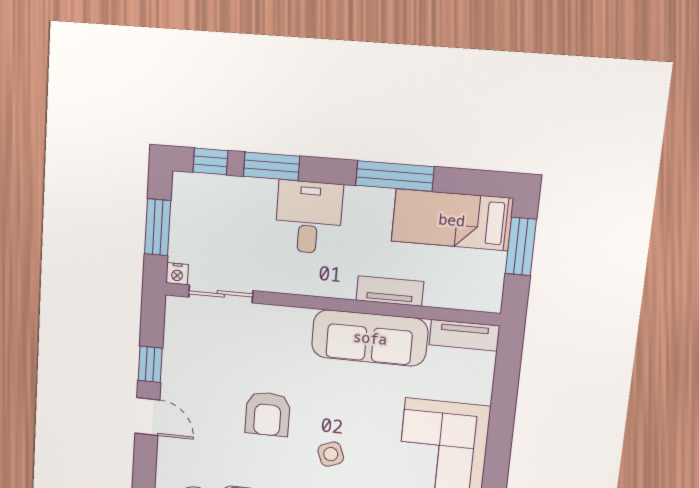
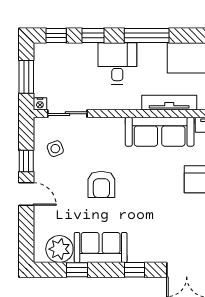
window: (271, 166) -> (93, 36), width x0.67
window: (395, 176) -> (147, 36), moved
tv unit: (390, 291) -> (169, 103), width x1.41
side table: (331, 454) -> (55, 149), moved

